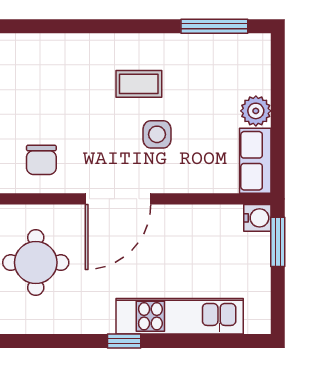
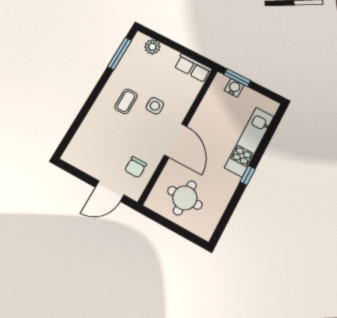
plant: (256, 111) -> (152, 47), moved
chair: (41, 160) -> (136, 167), turned 90
water cooler: (257, 218) -> (234, 88), moved

